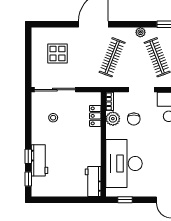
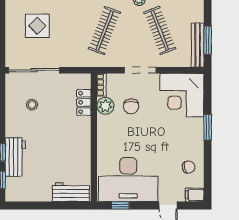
desk: (124, 164) -> (128, 179), moved, turned -90
workbench: (93, 182) -> (71, 192), moved, turned 90

